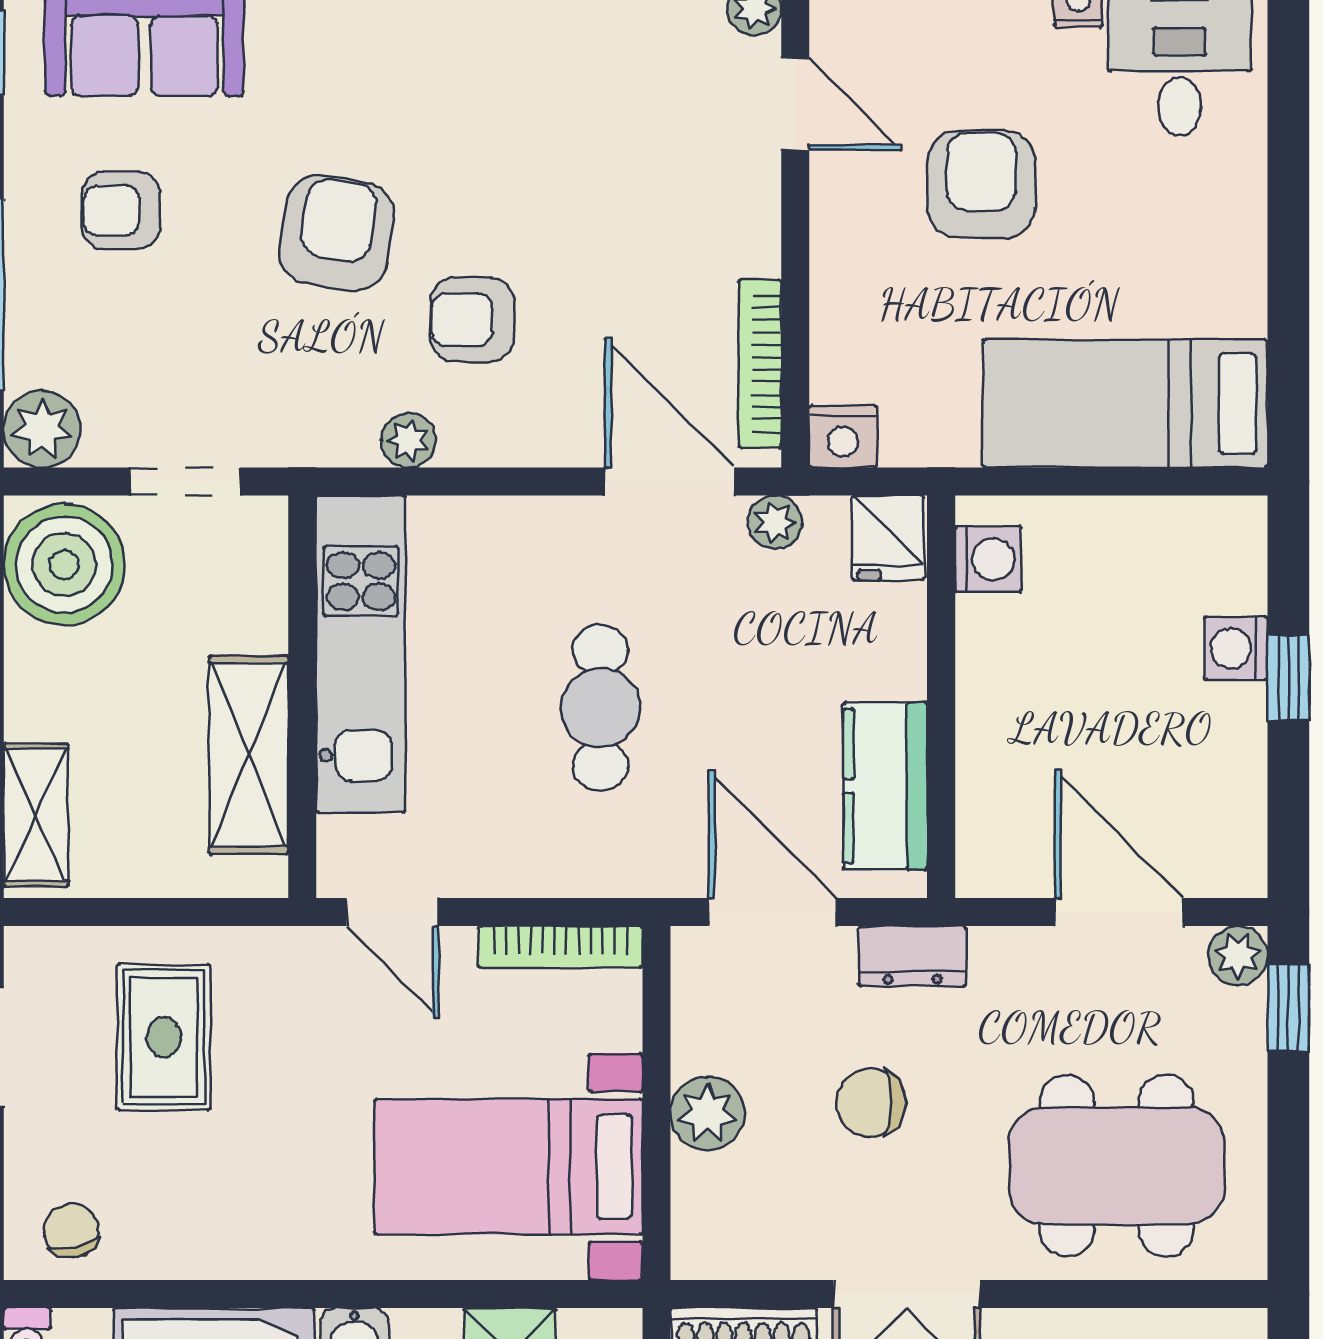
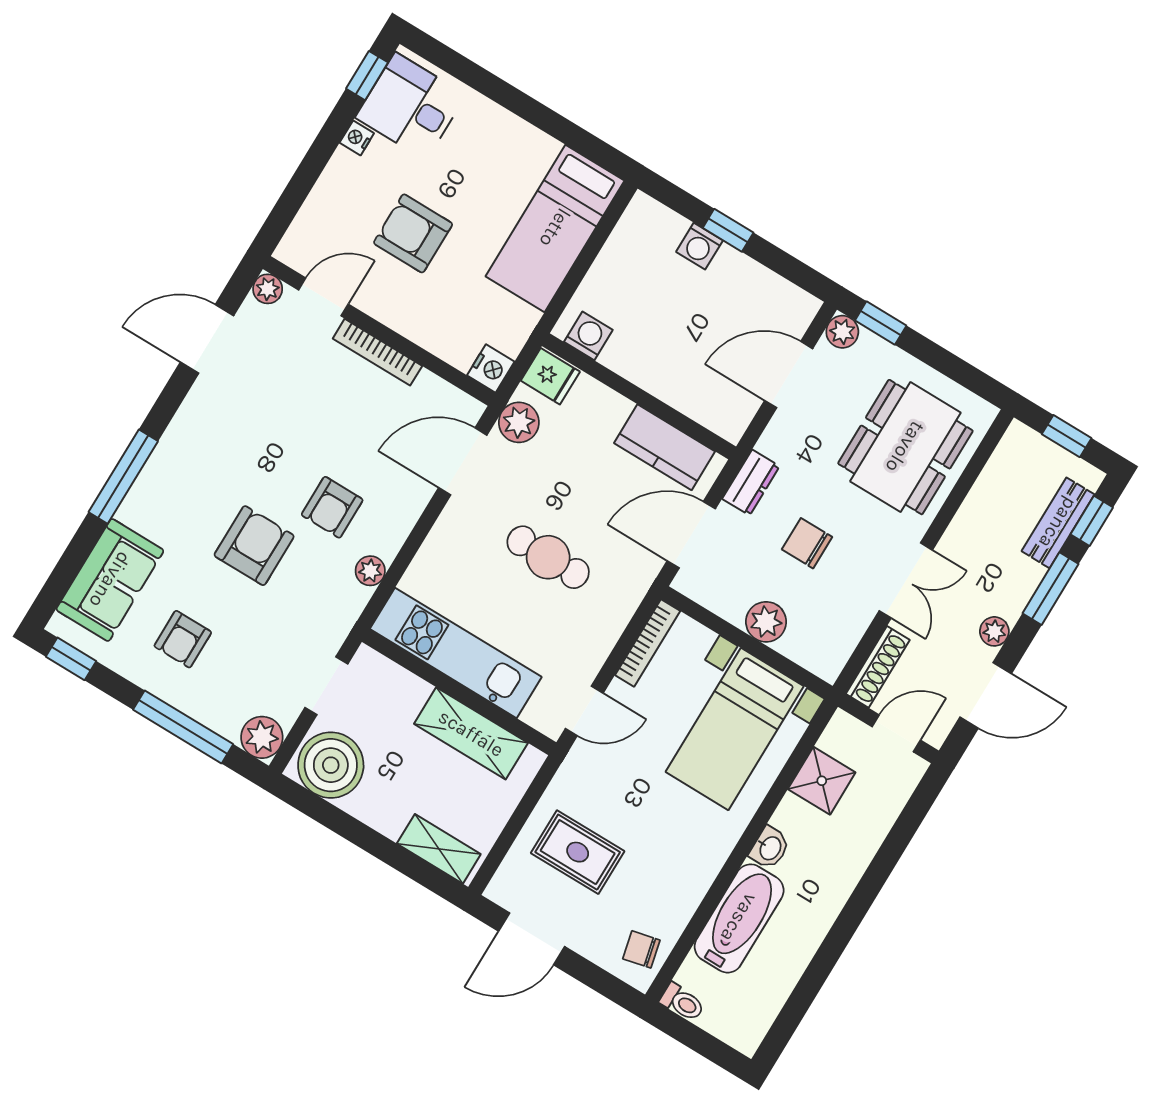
armchair: (337, 233) -> (254, 546), turned 81
bookcase: (760, 364) -> (377, 352), moved
plant: (775, 522) -> (519, 422), width x1.38, depth x1.38
chair: (871, 1103) -> (807, 543), turned 90

